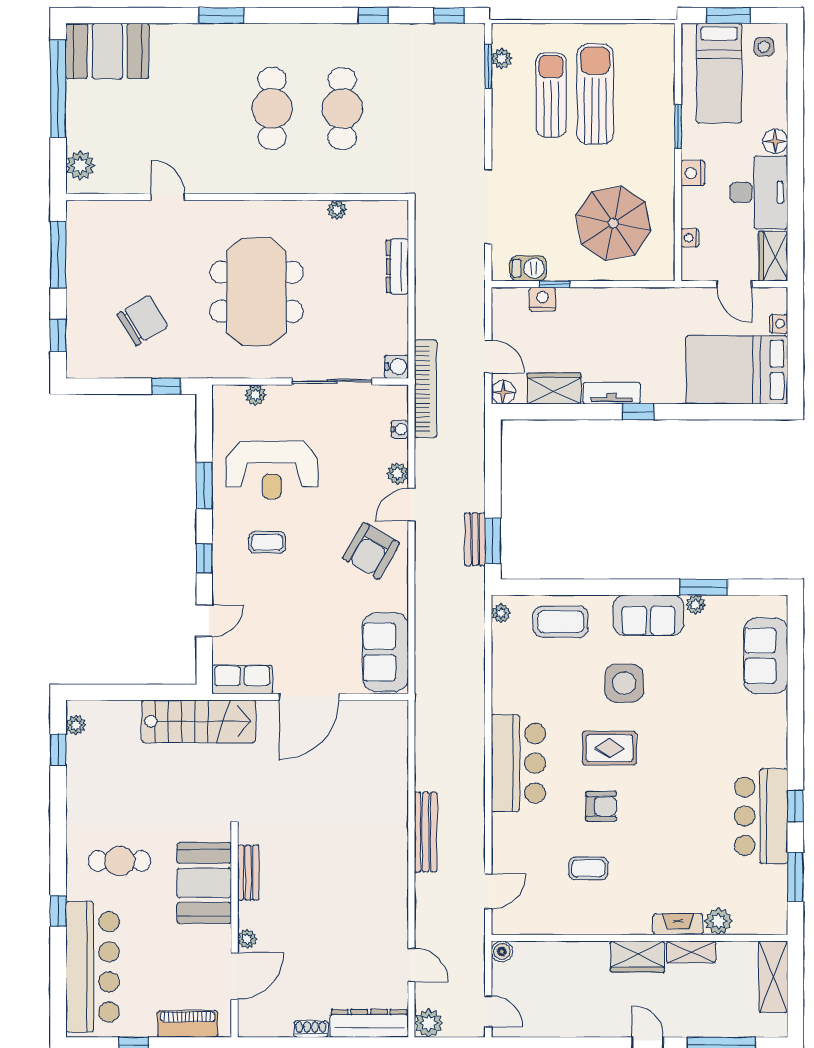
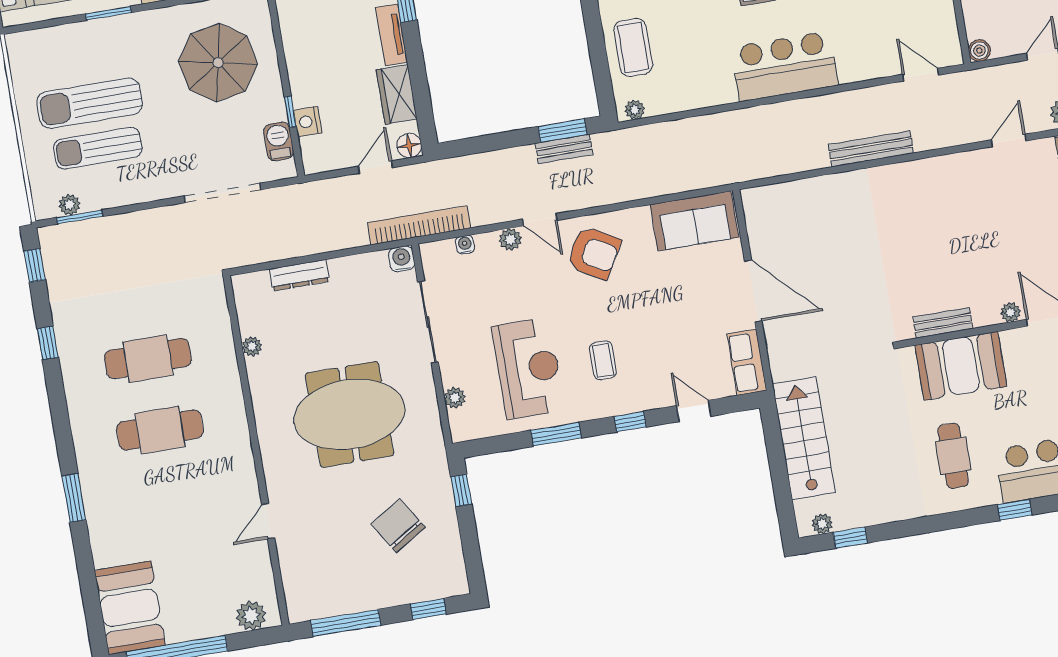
stairs: (199, 721) -> (804, 438), moved

